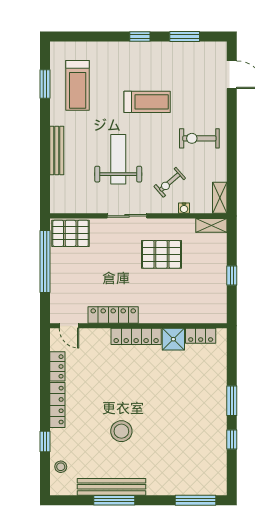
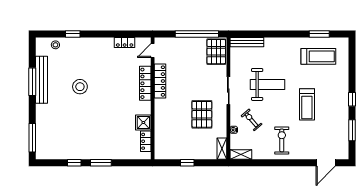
treadmill: (78, 85) -> (318, 56), turned 180
bench: (57, 151) -> (247, 42), moved
locker: (136, 336) -> (145, 83), moved
locker: (57, 405) -> (98, 43), removed

